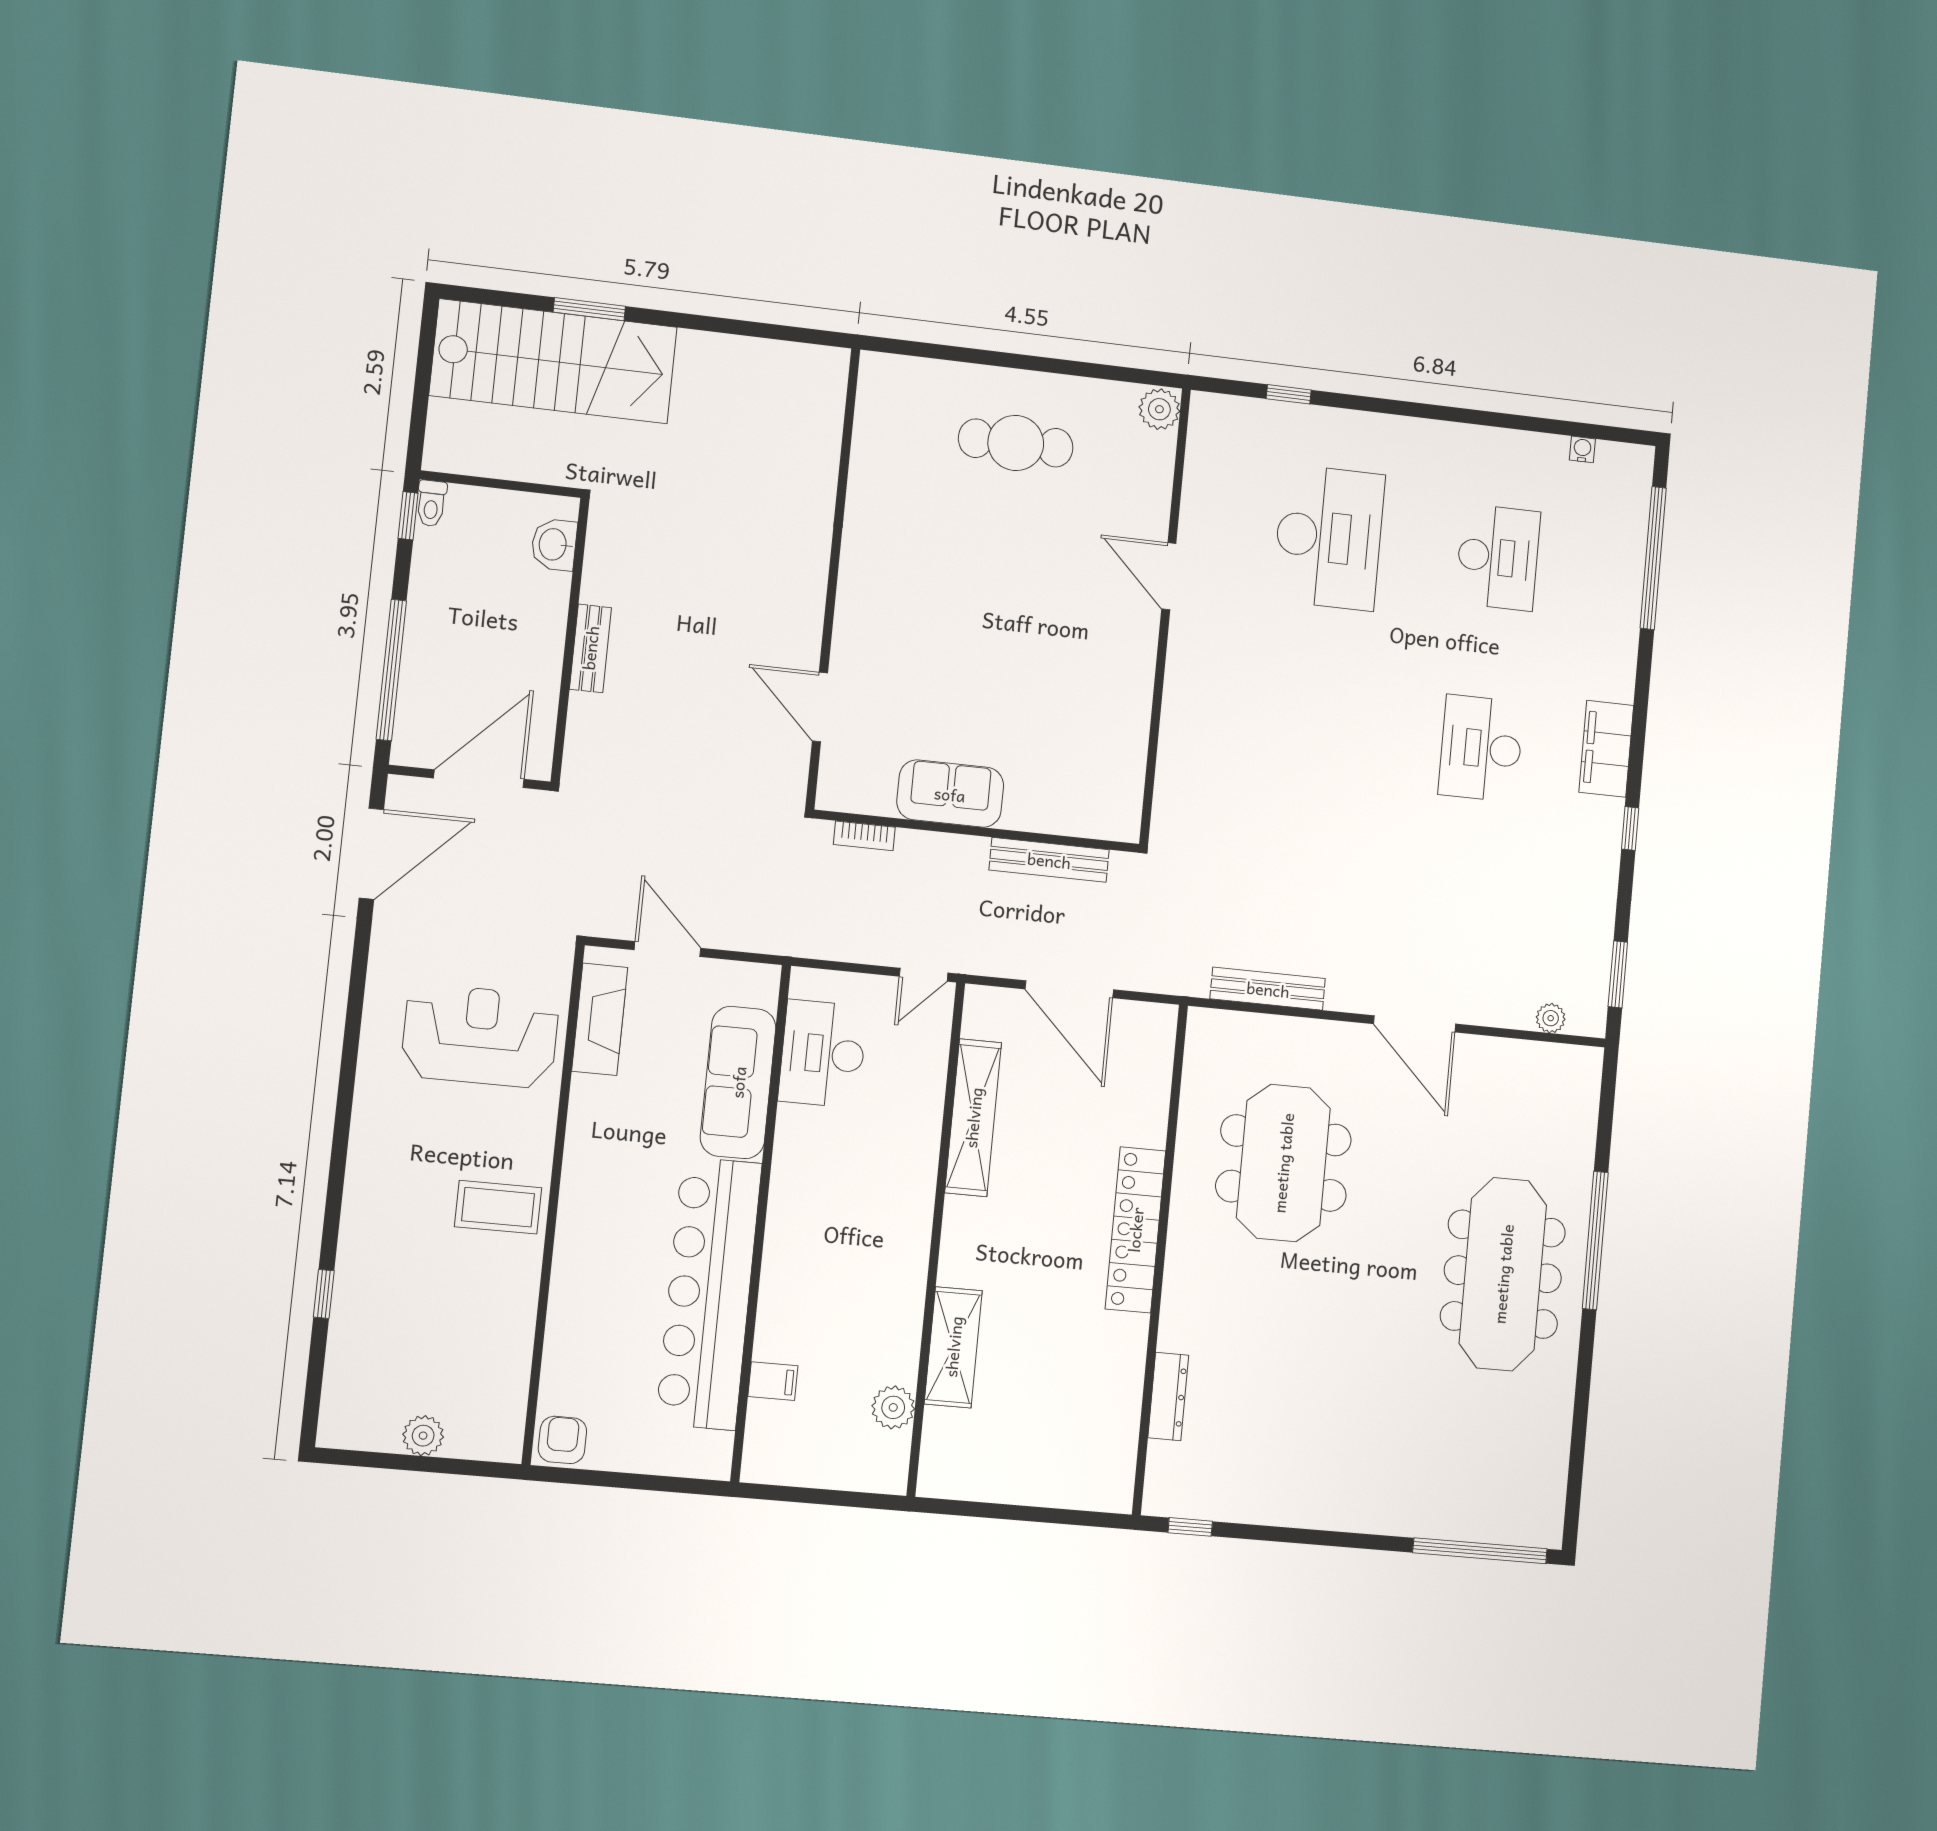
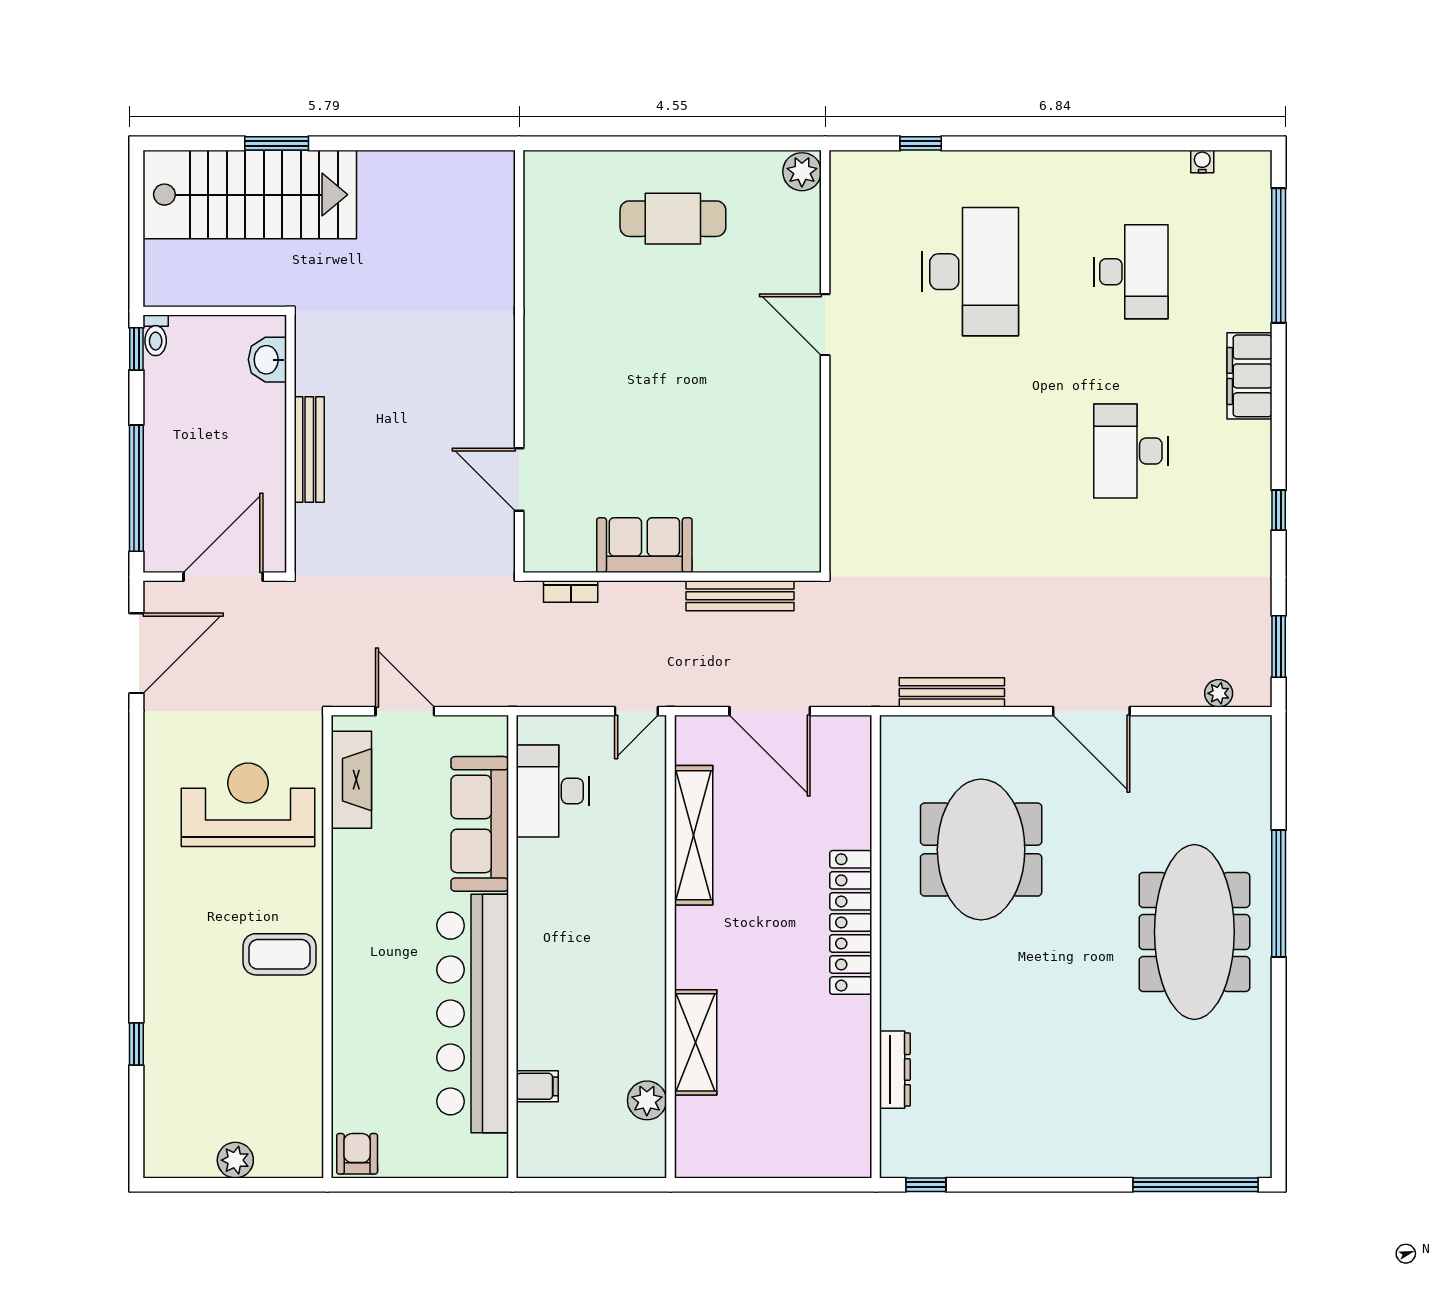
bench: (590, 648) -> (309, 449), width x1.36
filing cabinet: (1606, 749) -> (1249, 376), moved

